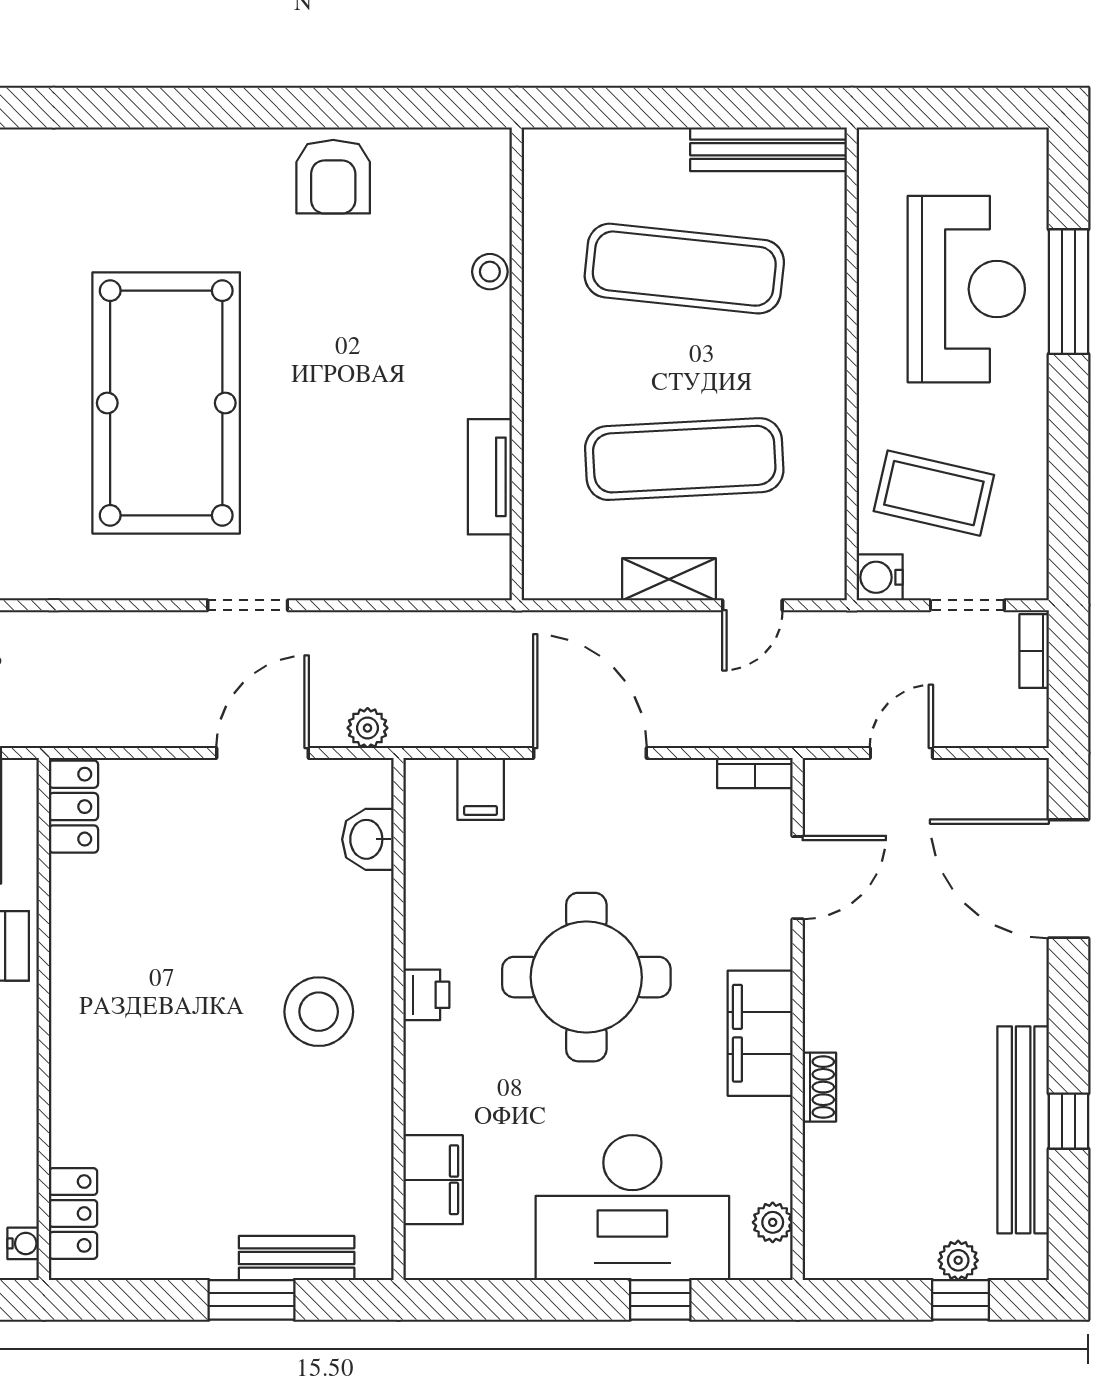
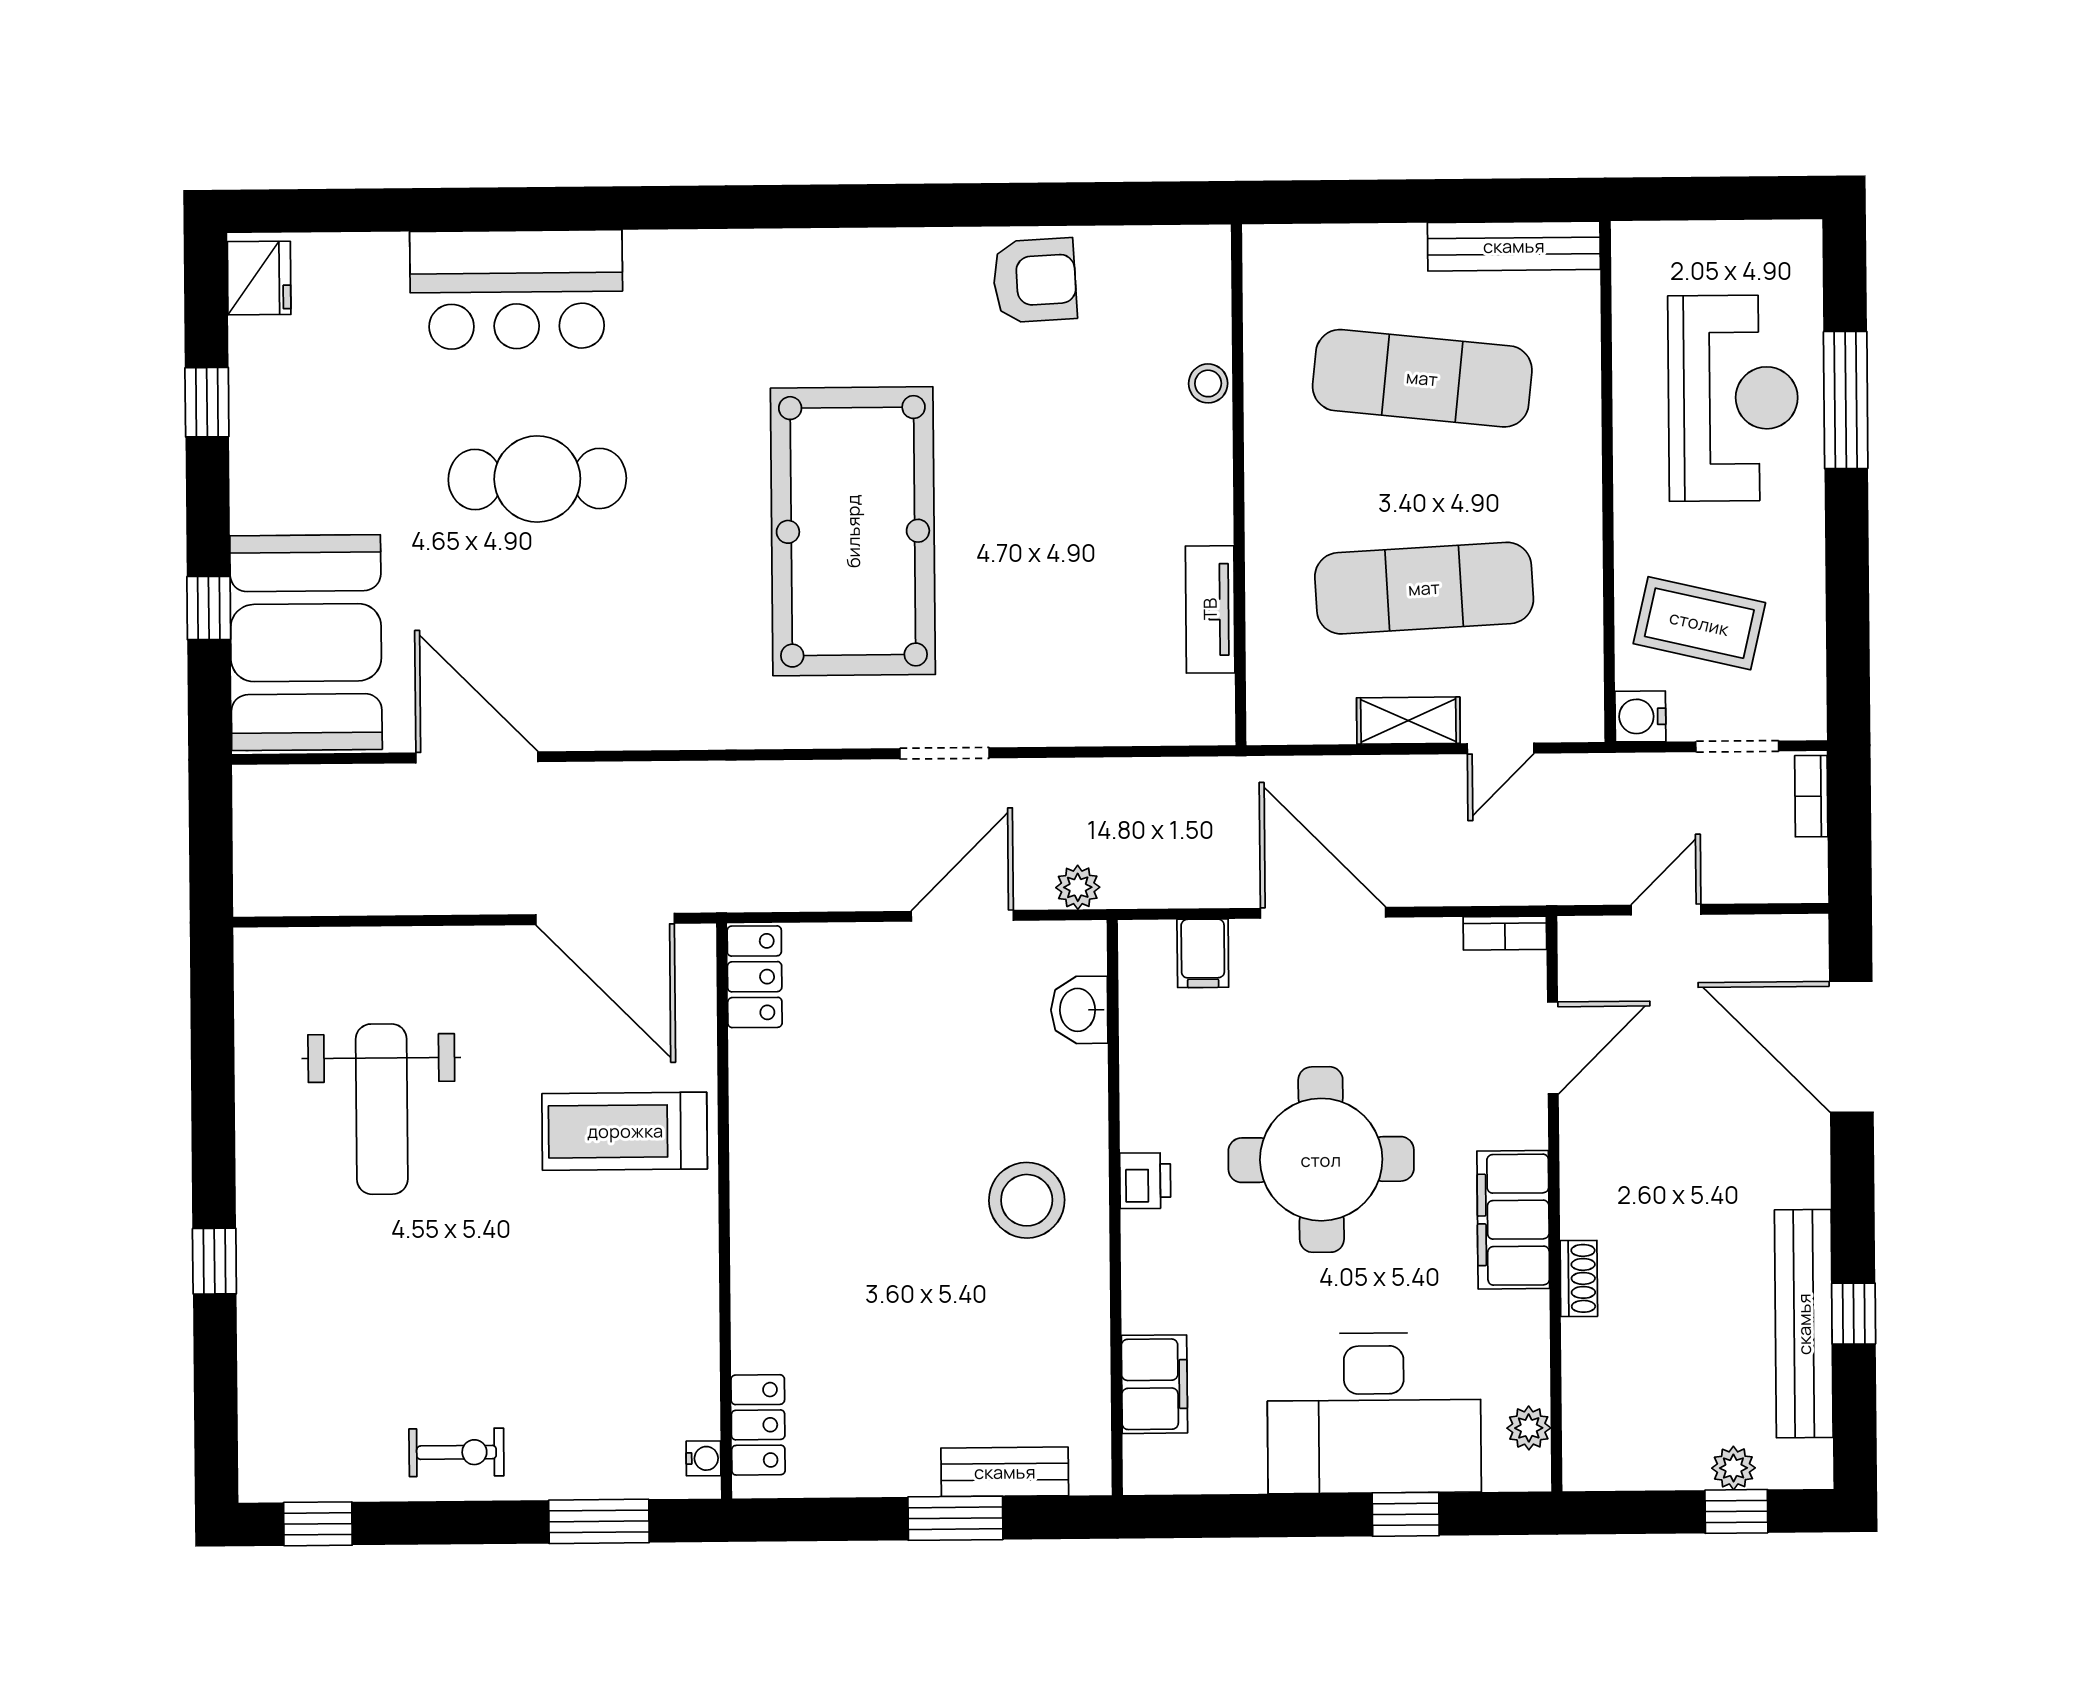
armchair: (333, 177) -> (1035, 280), turned -93

